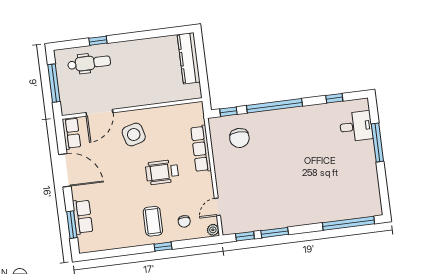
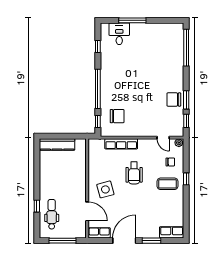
chair: (273, 215) -> (174, 100), added
row of seats: (83, 217) -> (172, 232), moved
window: (72, 225) -> (151, 241), moved

